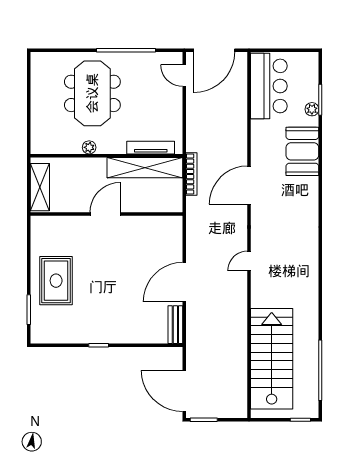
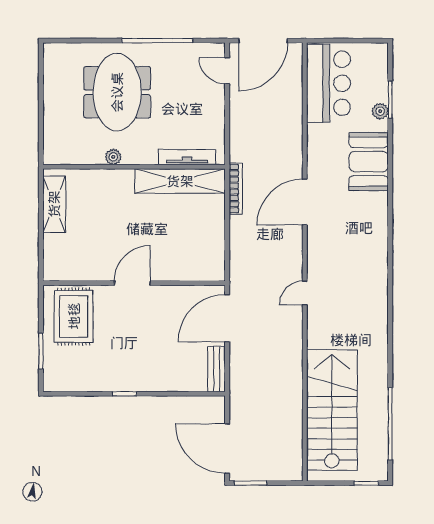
door: (105, 214) -> (132, 283), moved
wall: (106, 214) -> (134, 283), moved

